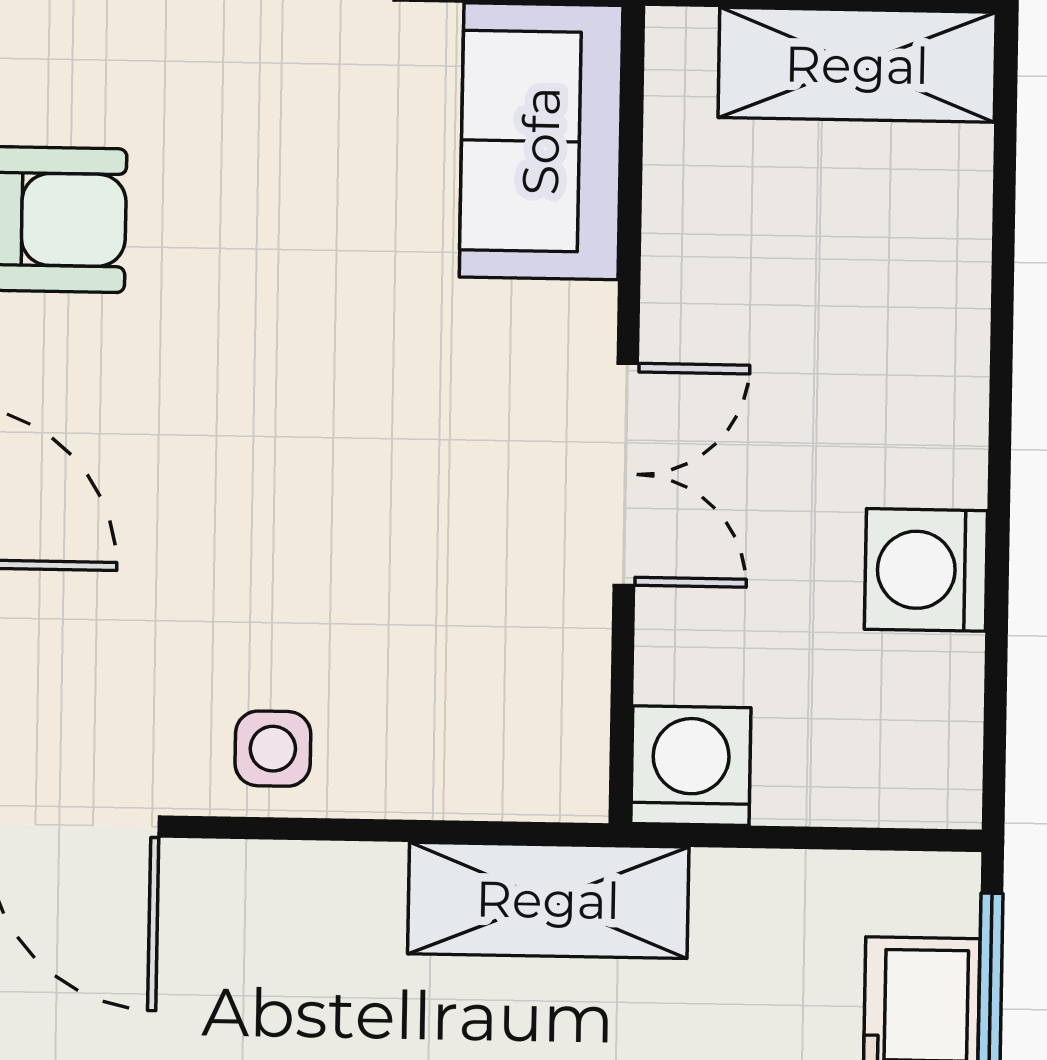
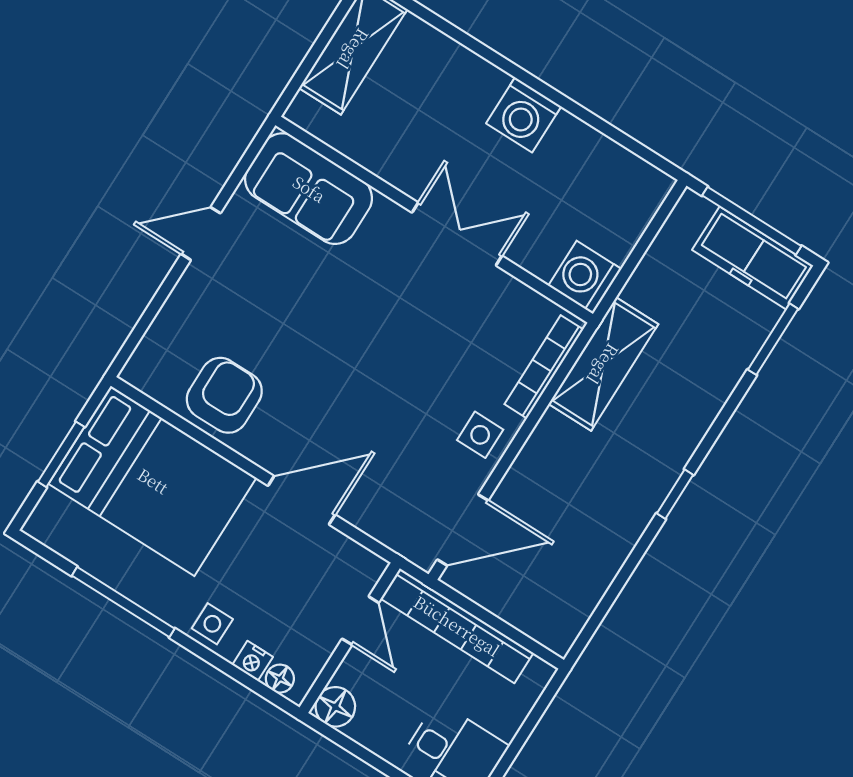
washing machine: (926, 570) -> (524, 115), moved
bookcase: (475, 791) -> (544, 367), added

